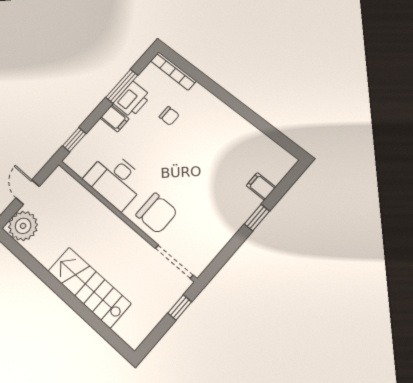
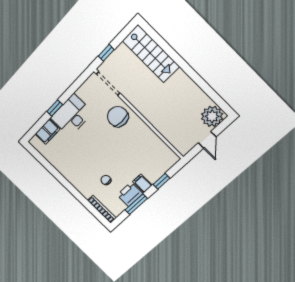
window: (74, 140) -> (162, 181), moved
desk: (115, 180) -> (72, 115), moved, turned -90
filing cabinet: (261, 186) -> (48, 132), width x2.00
stairs: (89, 287) -> (151, 54), moved

